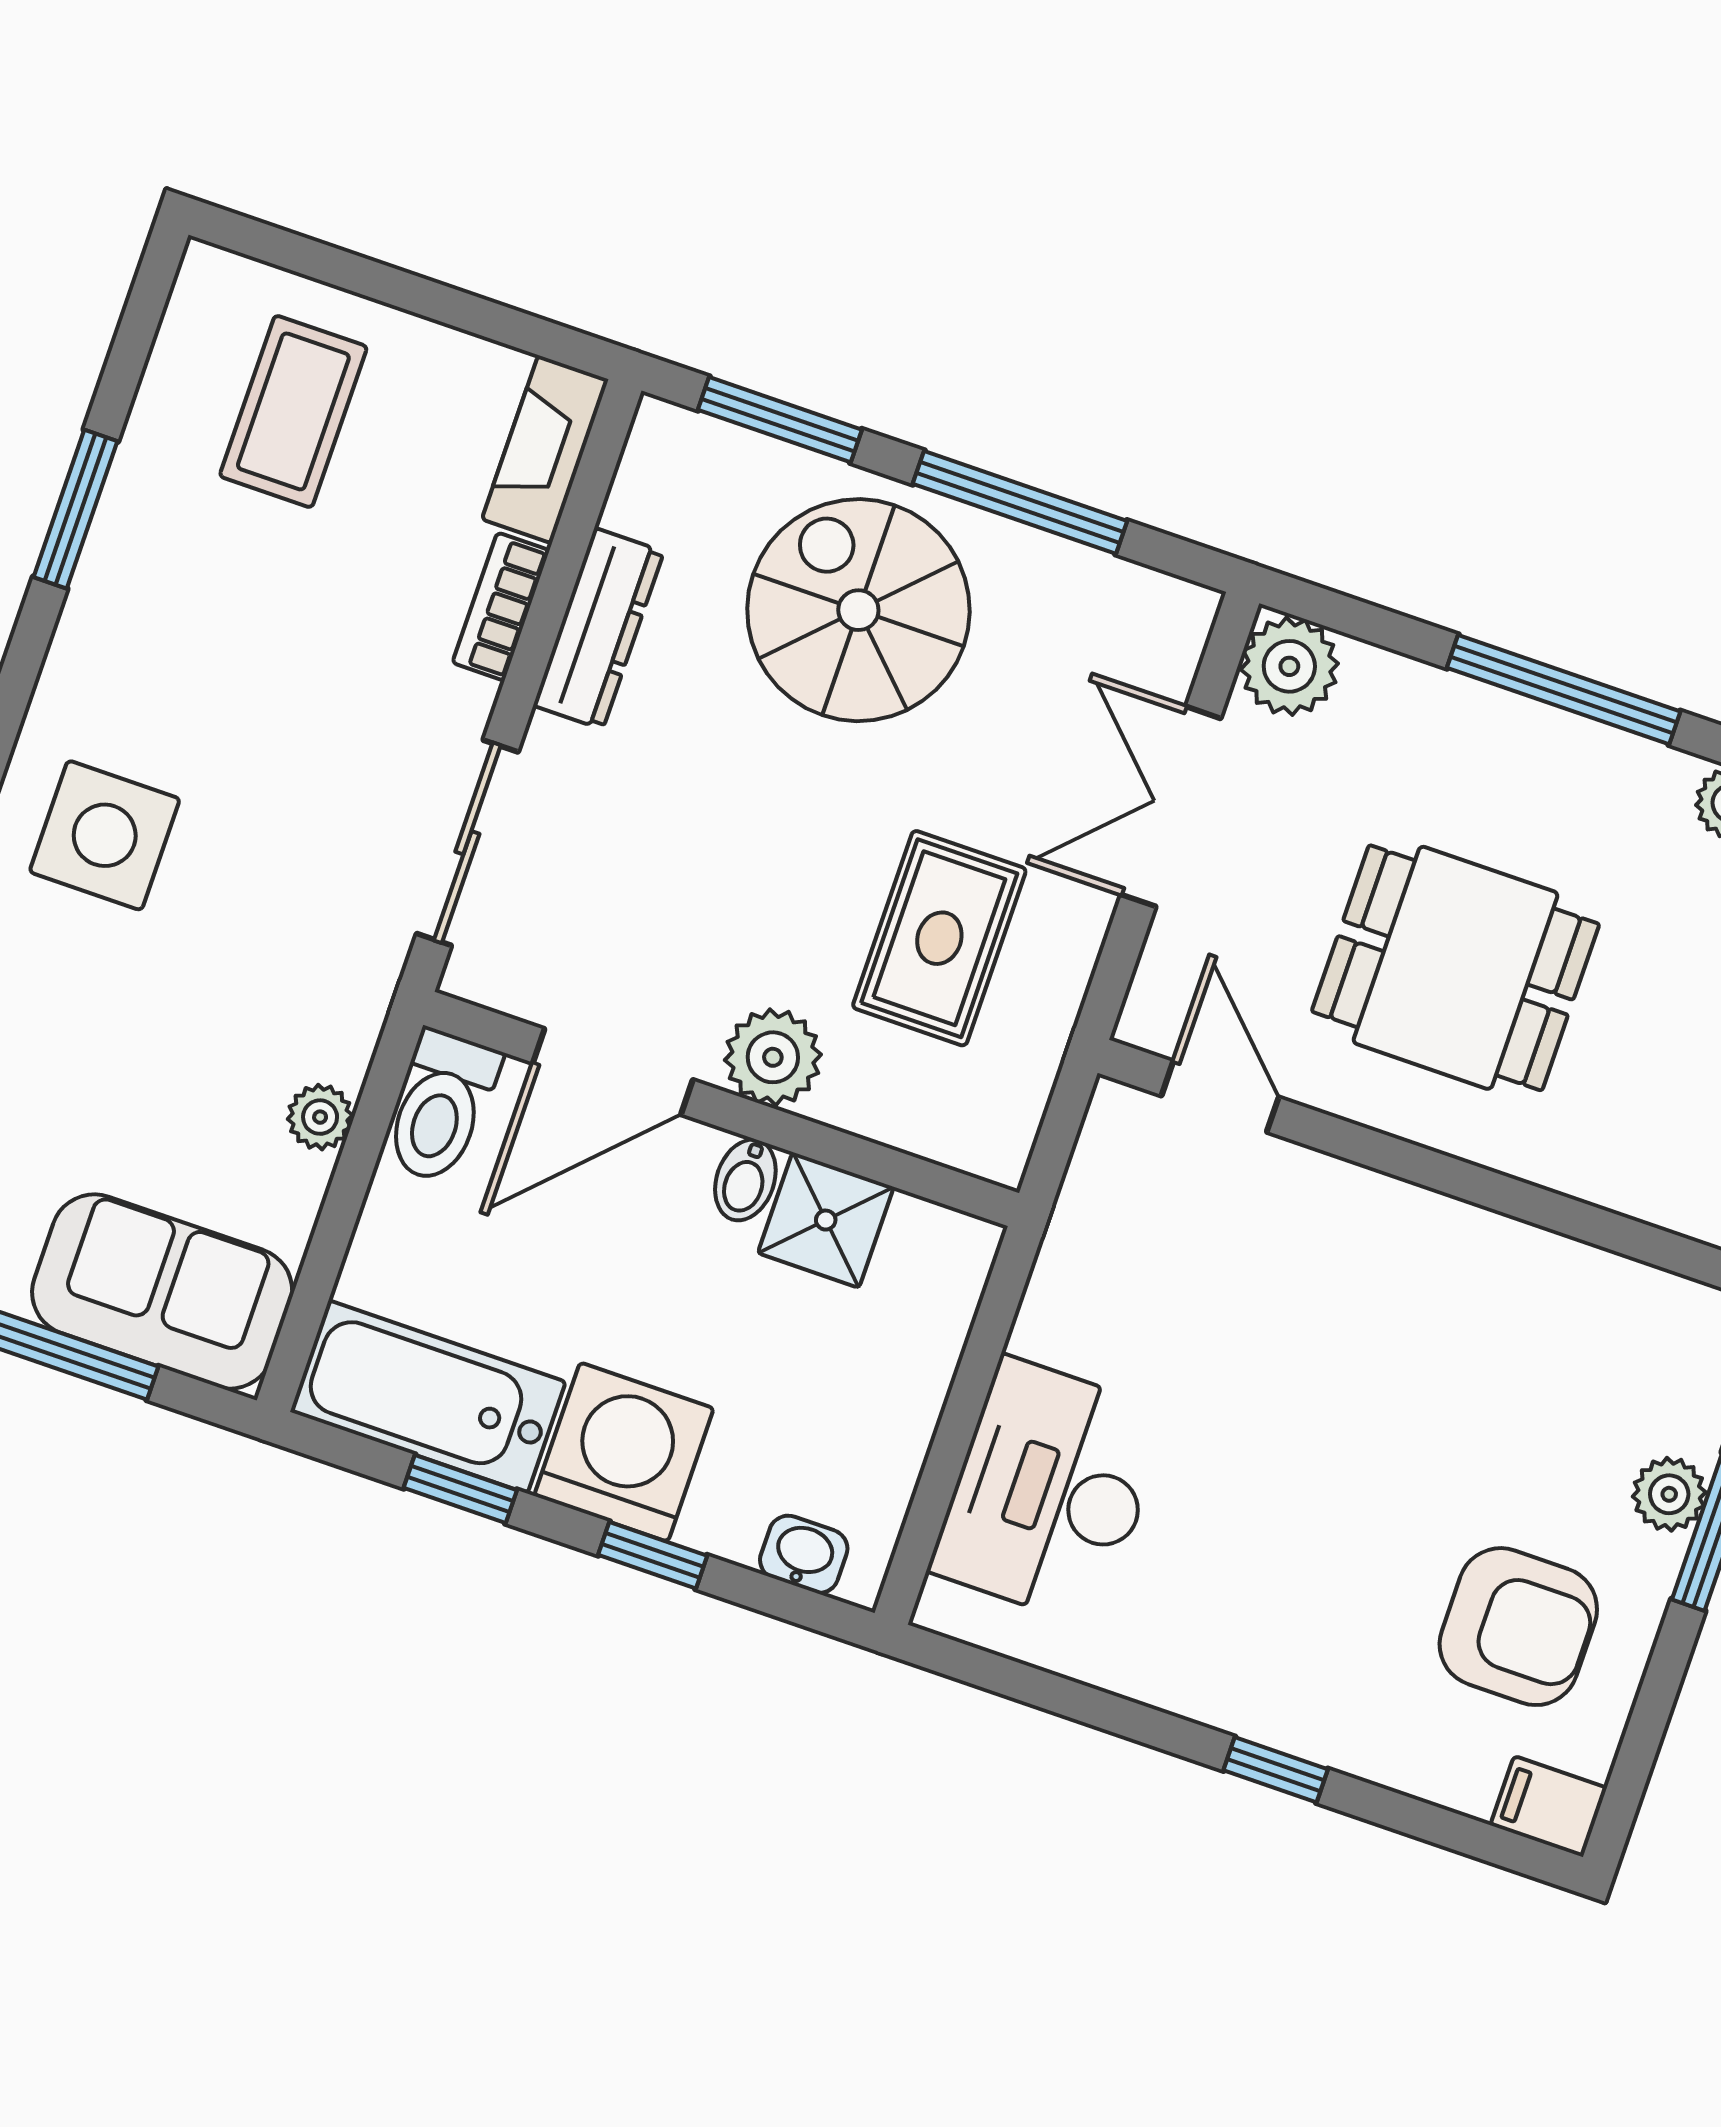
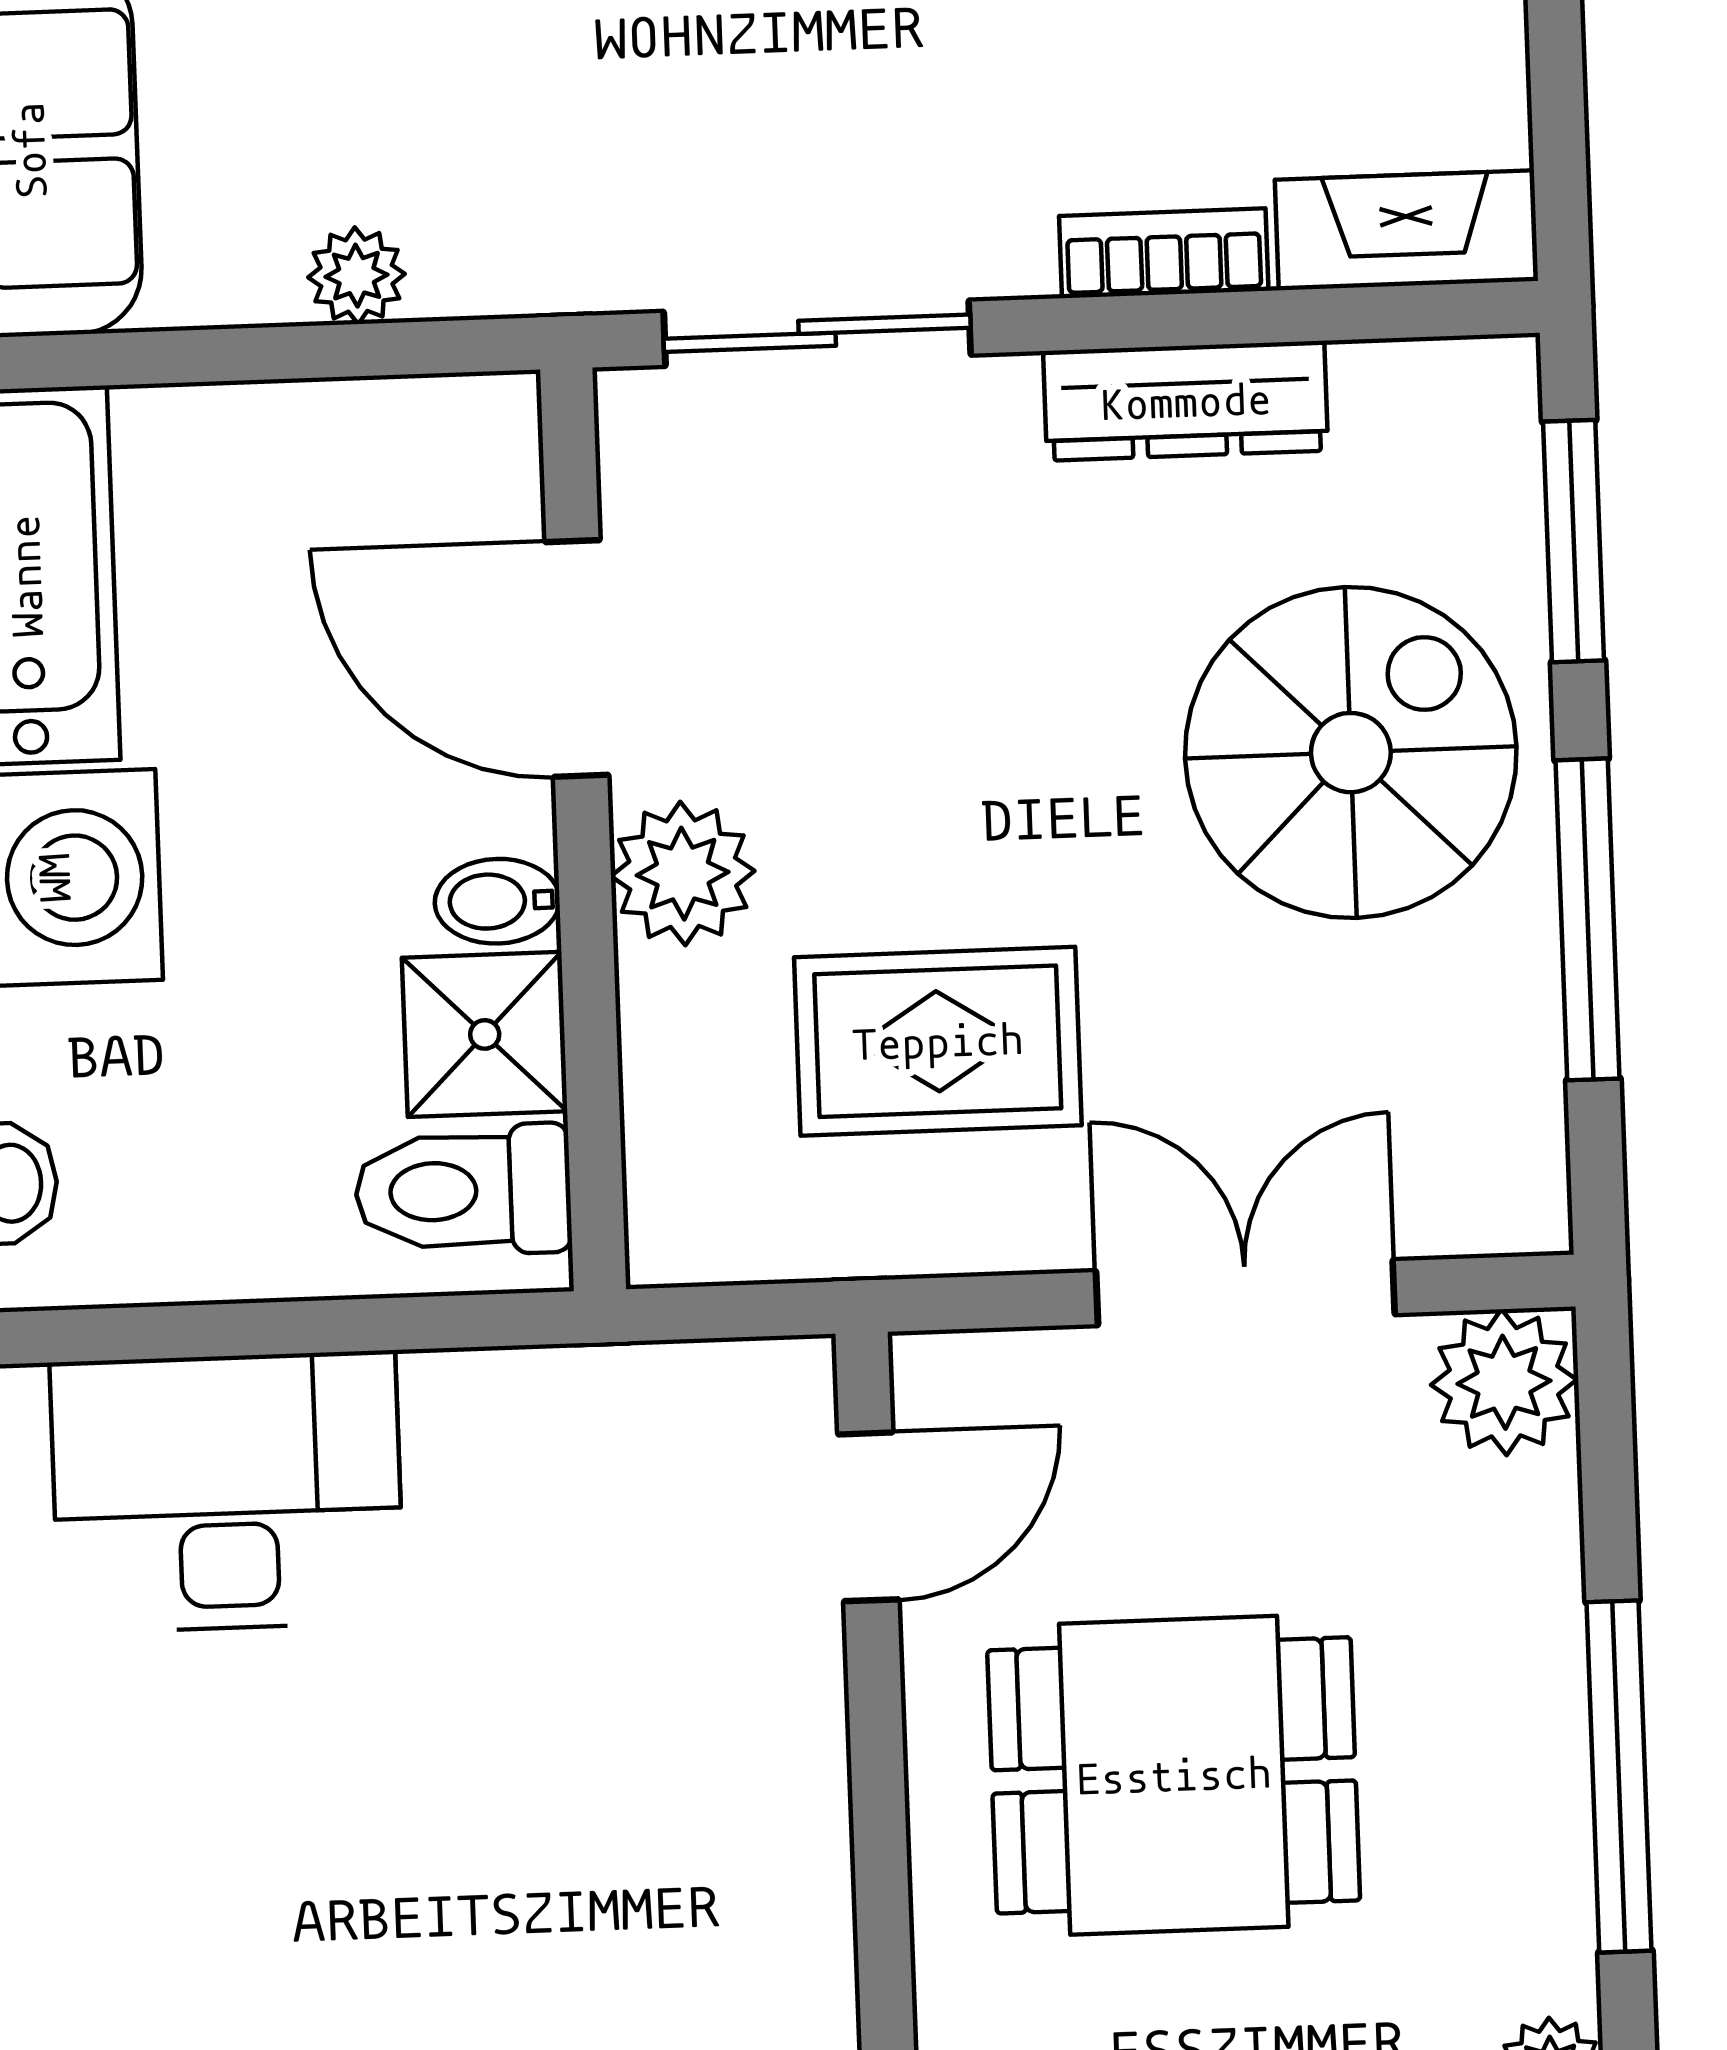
dining table: (1455, 968) -> (1174, 1775), turned 90
toilet: (441, 1107) -> (463, 1191), moved

